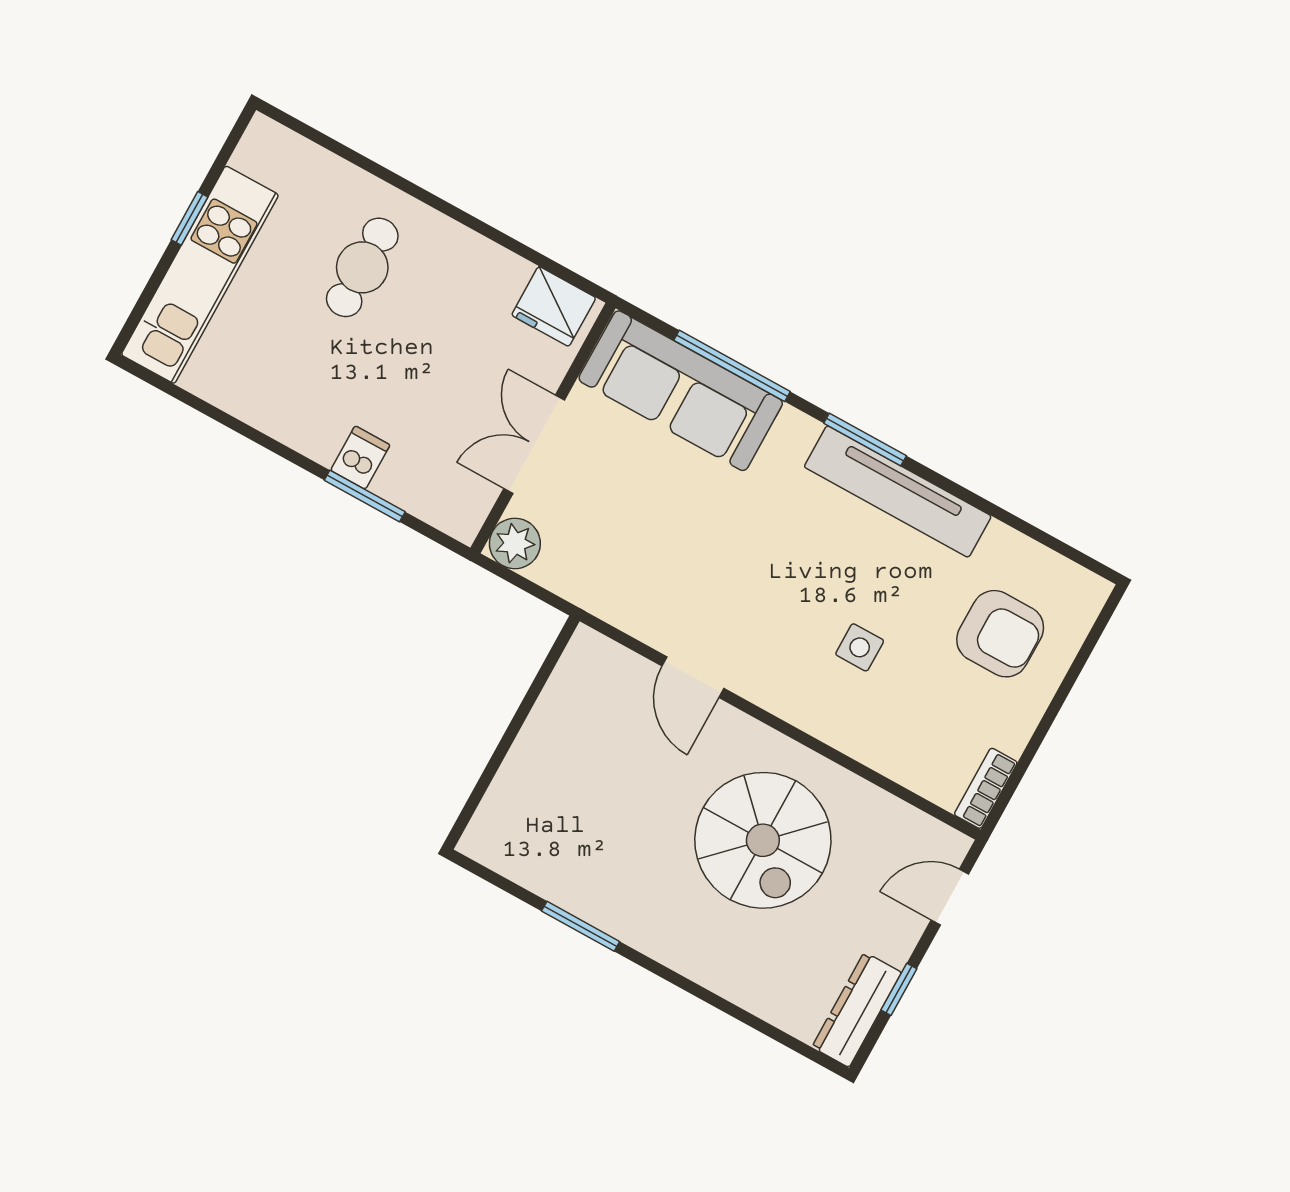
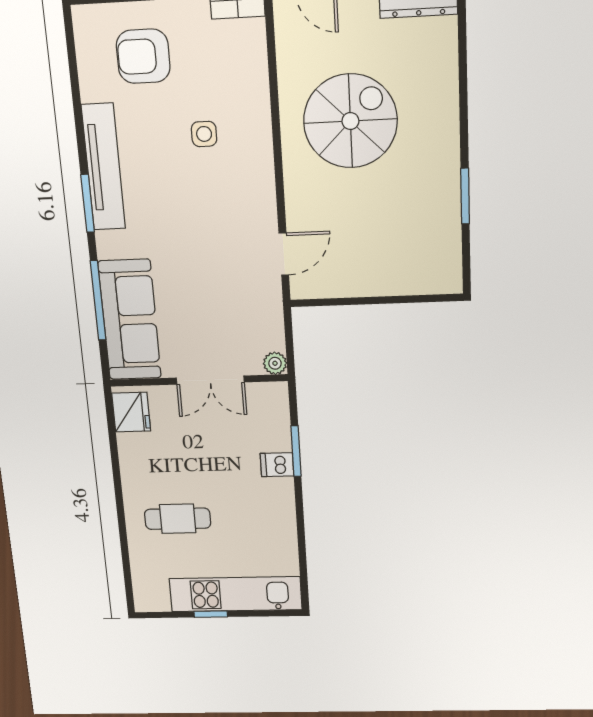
plant: (515, 543) -> (275, 363), width x0.73, depth x0.73
armchair: (1000, 634) -> (143, 56), turned -90
door: (693, 677) -> (284, 254), moved

